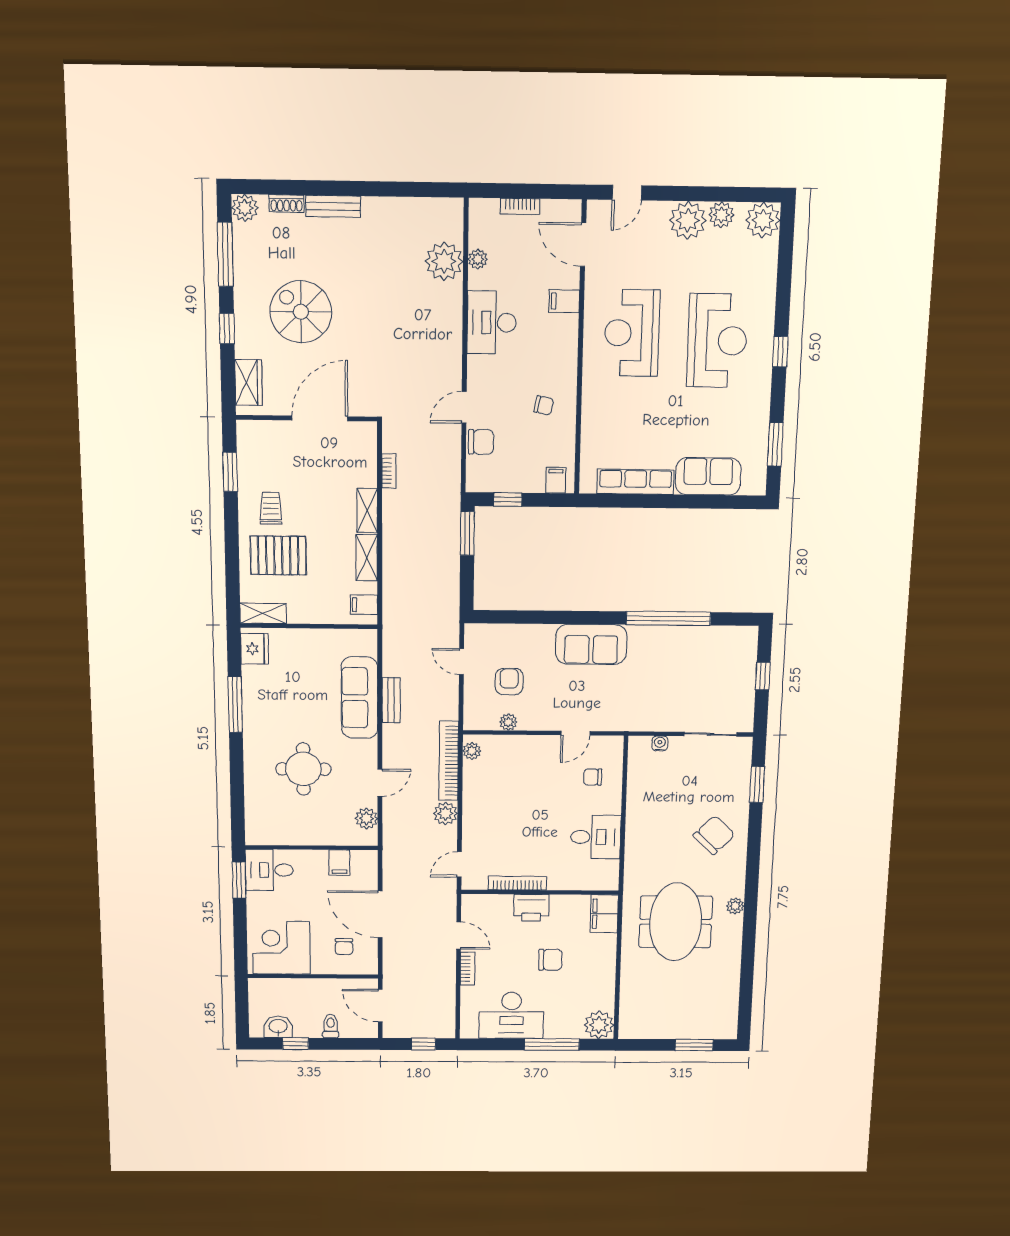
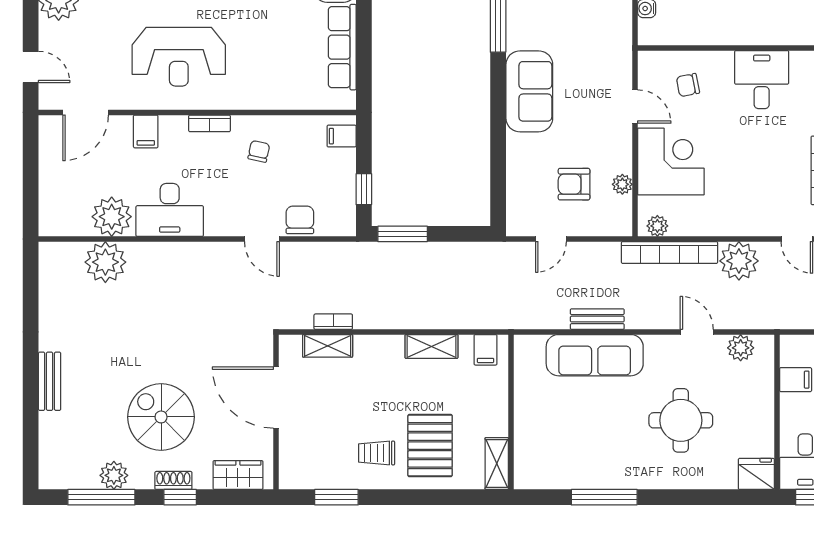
shoe rack: (286, 204) -> (173, 480), moved, turned -90
bookcase: (520, 206) -> (210, 123), moved, turned 90
plant: (245, 208) -> (114, 475), moved
plant: (478, 259) -> (112, 217), width x1.87, depth x1.87
spiral stairs: (301, 312) -> (161, 417), turned 90
shelving: (367, 511) -> (328, 346), moved
fridge: (255, 649) -> (756, 474), moved
corner desk: (527, 762) -> (671, 161), added
chair: (593, 777) -> (688, 85), turned 79
plant: (445, 813) -> (739, 261), width x1.36, depth x1.36

